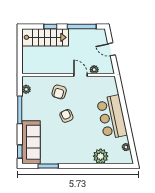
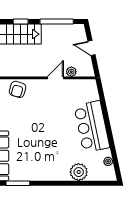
door: (80, 75) -> (55, 78), hinge flipped
armchair: (59, 92) -> (18, 89), moved
armchair: (66, 116) -> (39, 125), removed

